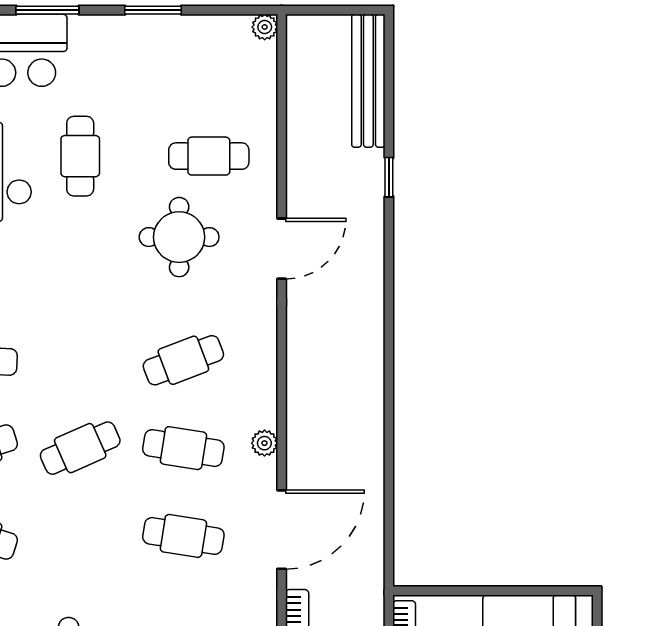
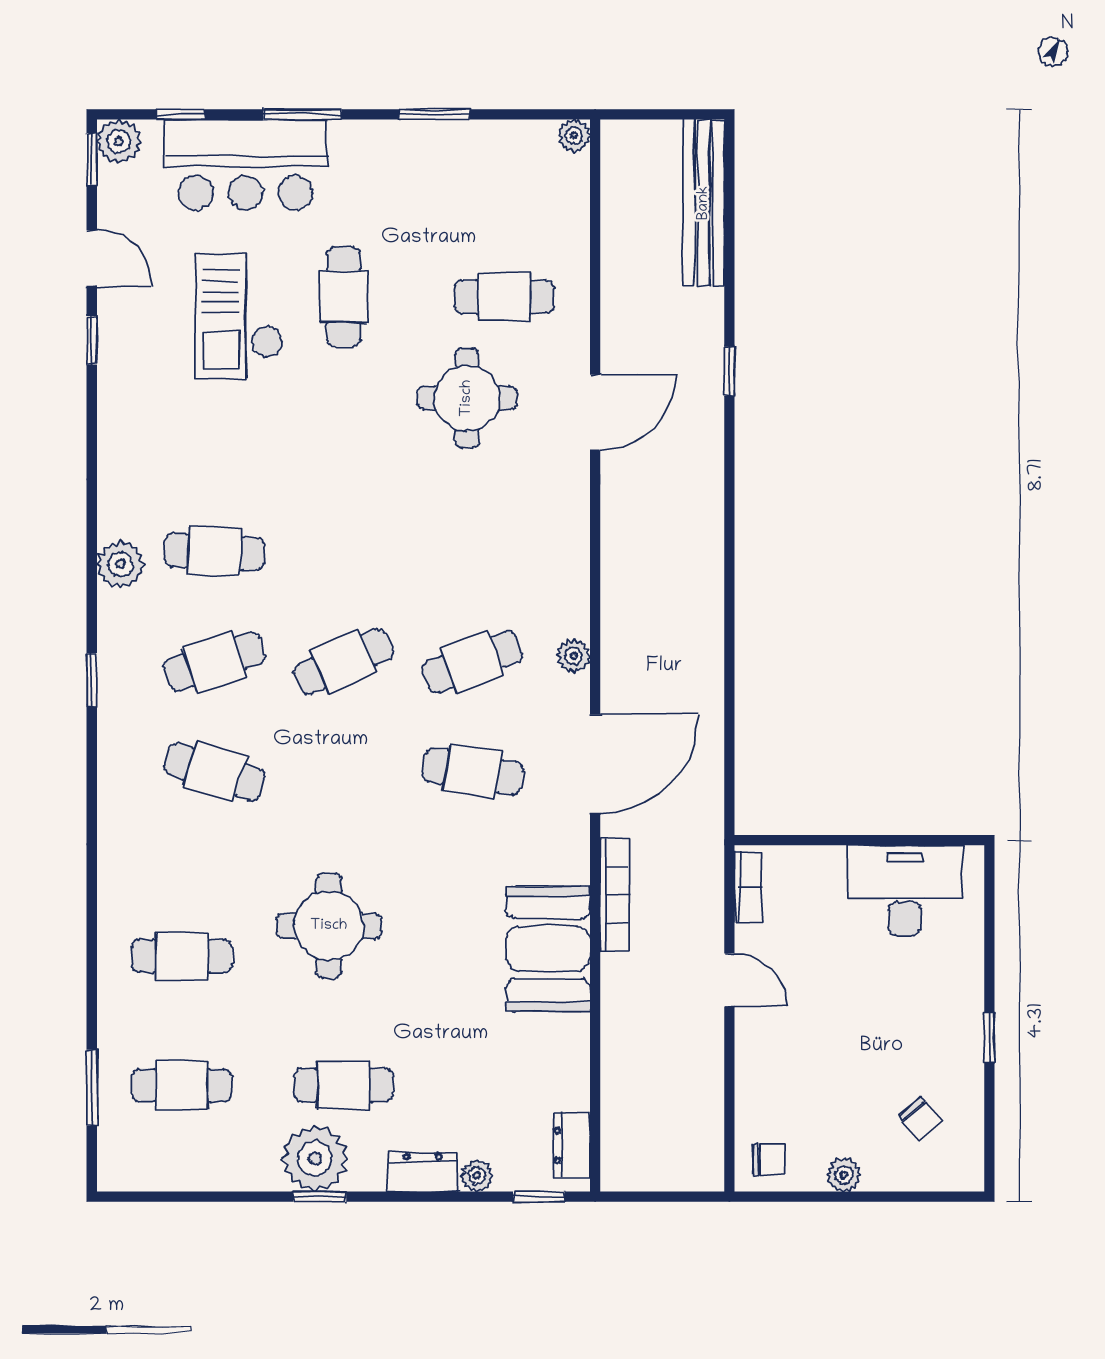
window: (389, 177) -> (729, 371), moved
cafe table: (183, 360) -> (472, 552), removed
cafe table: (183, 448) -> (472, 662), turned -30

